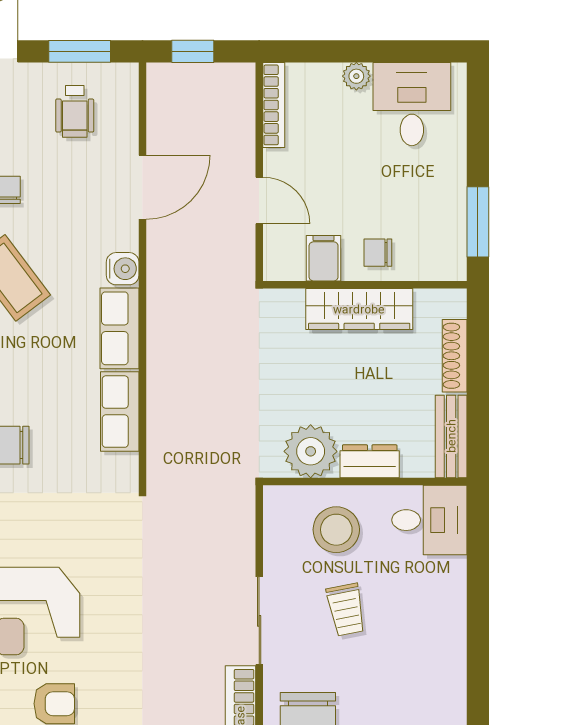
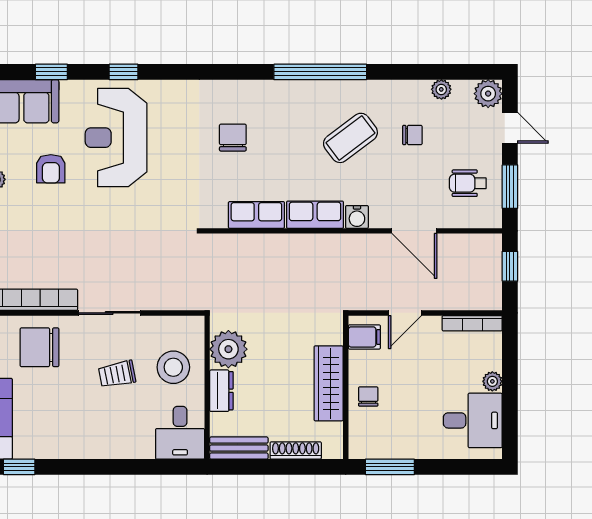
filing cabinet: (324, 258) -> (364, 337), moved

